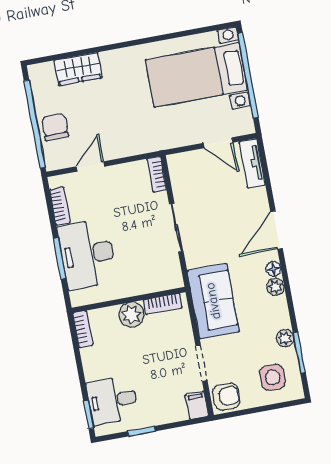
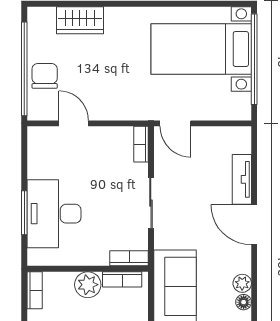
door: (218, 143) -> (175, 123), moved
tv unit: (252, 163) -> (242, 179), moved
door: (90, 166) -> (74, 123), hinge flipped
bookcase: (60, 206) -> (129, 258), moved, turned -90
door: (276, 230) -> (254, 225), hinge flipped
floor lamp: (273, 269) -> (244, 302), moved

